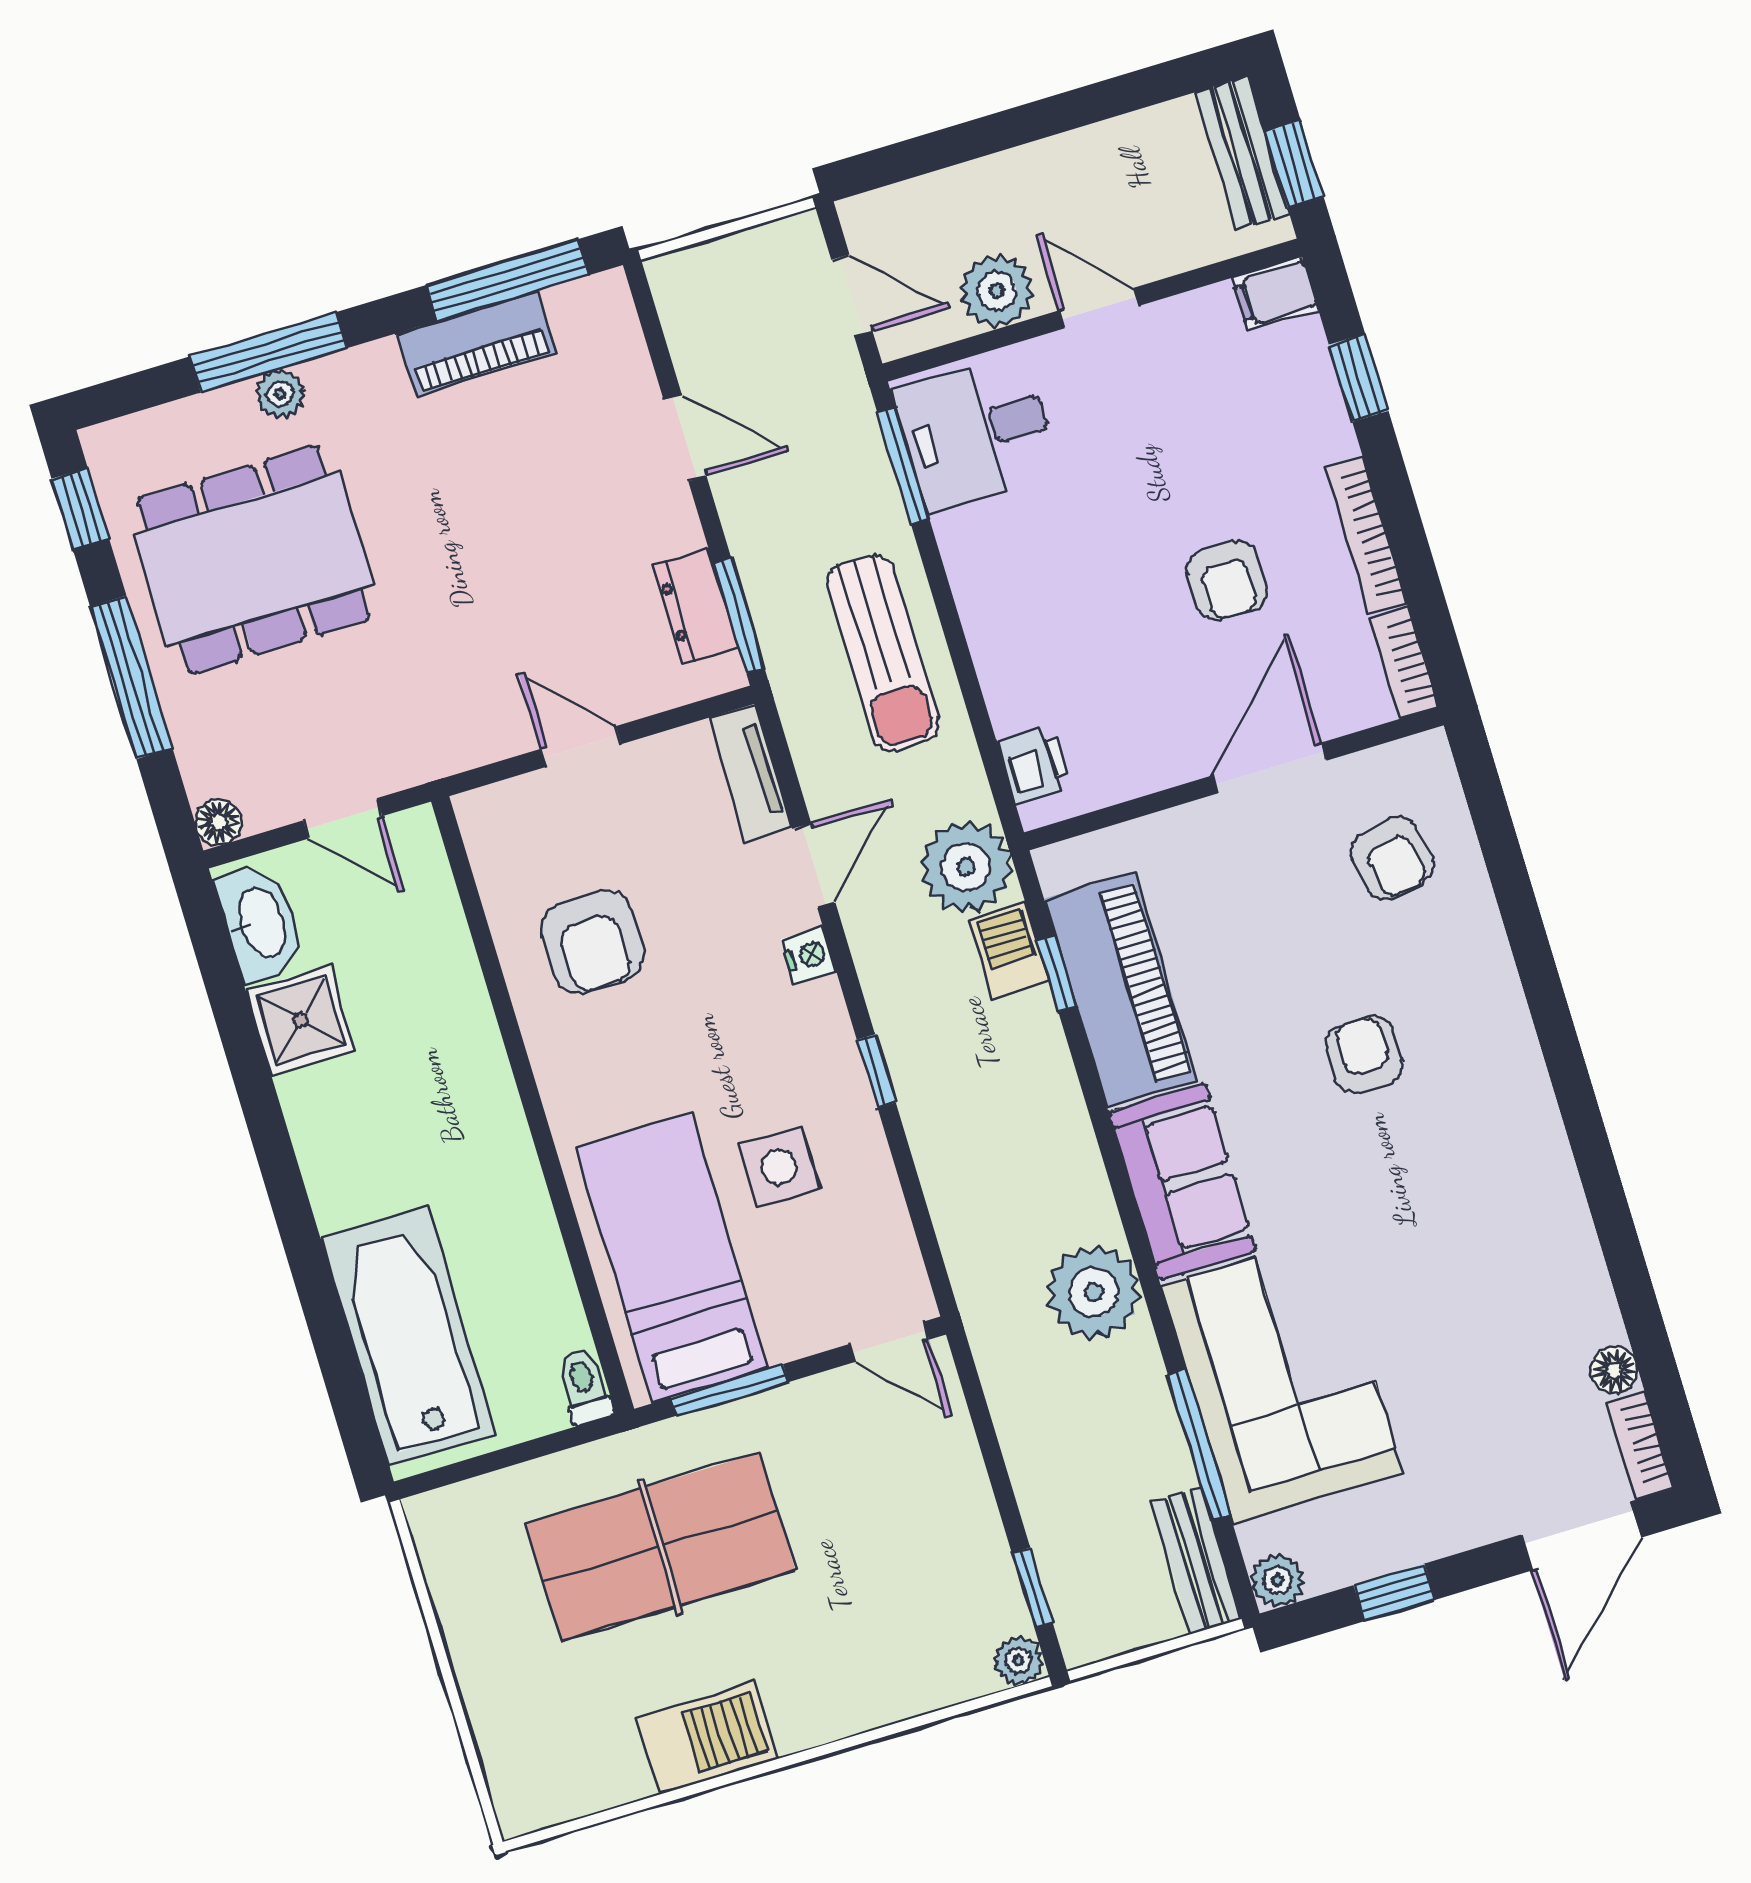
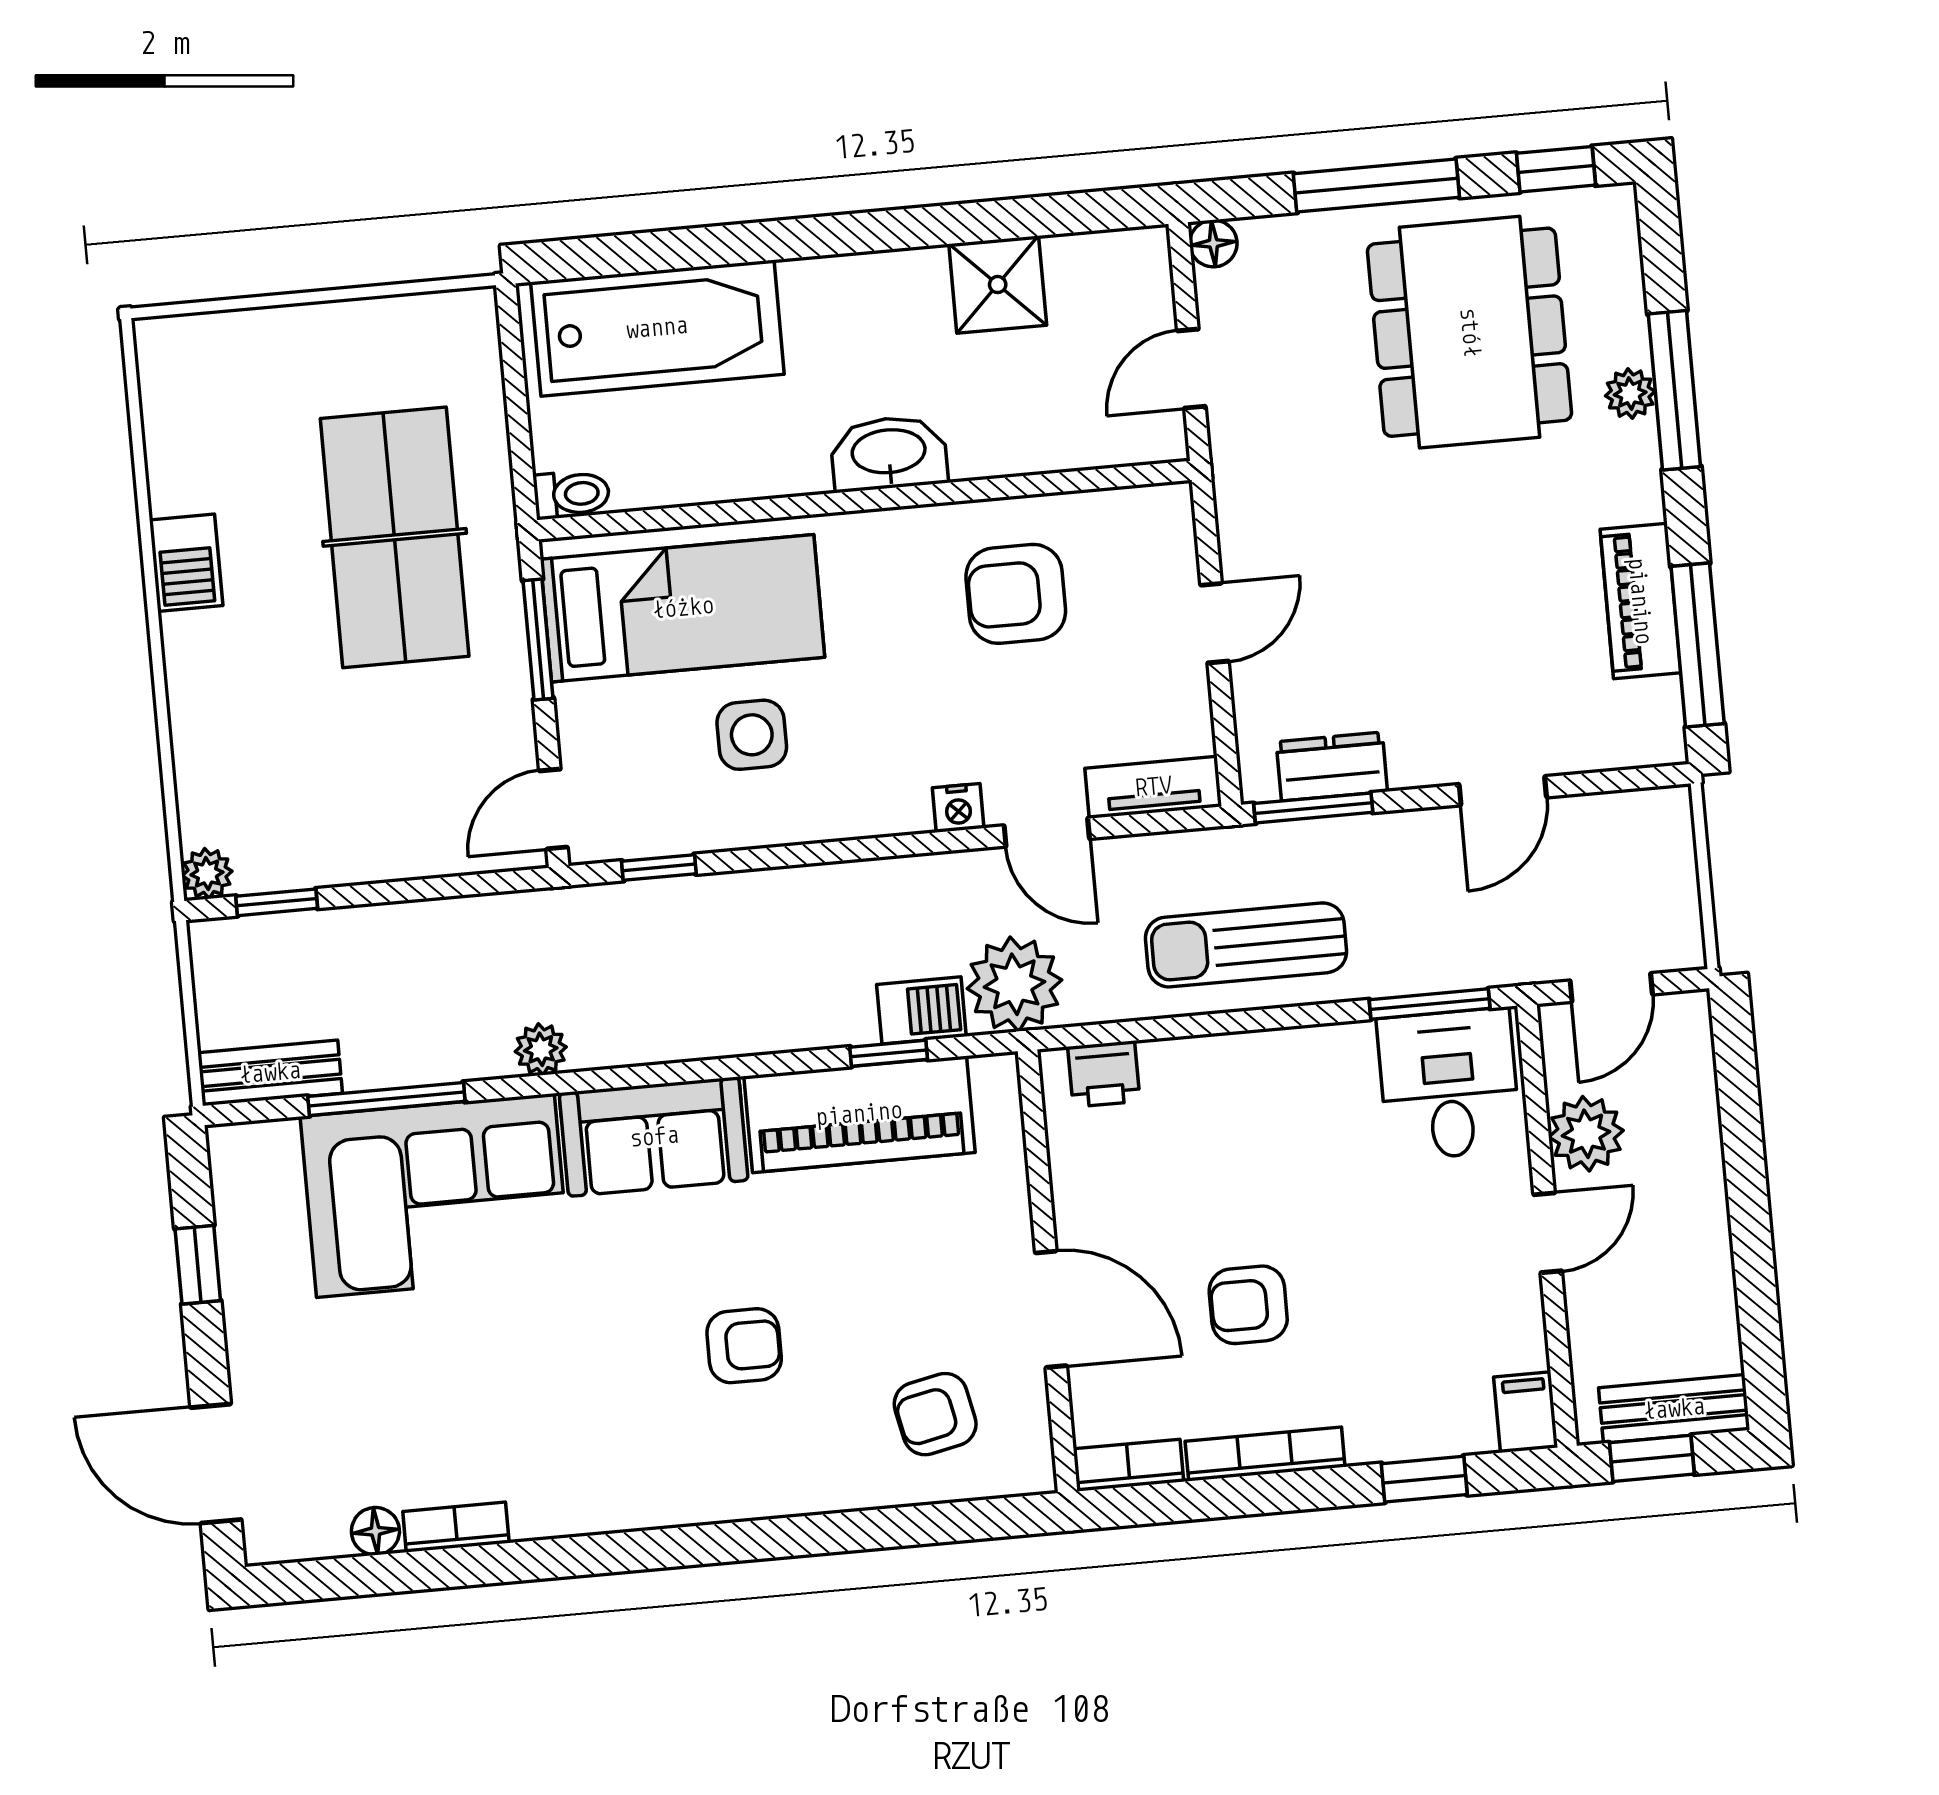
washbasin: (261, 923) -> (889, 453), moved, turned 180
window: (876, 1071) -> (659, 867), moved
plant: (1094, 1292) -> (541, 1049), width x0.53, depth x0.53
bookcase: (1640, 1445) -> (456, 1527), moved
plant: (1277, 1580) -> (234, 1150), removed
barbecue: (707, 1738) -> (186, 563), width x0.73, depth x0.79

